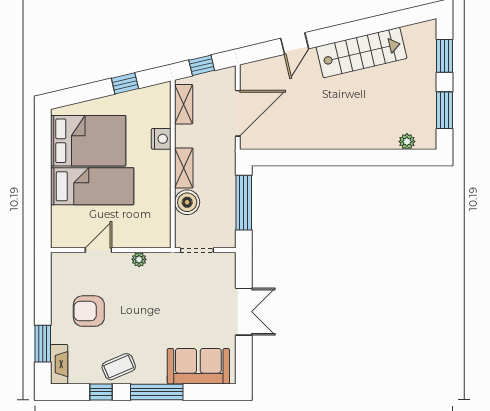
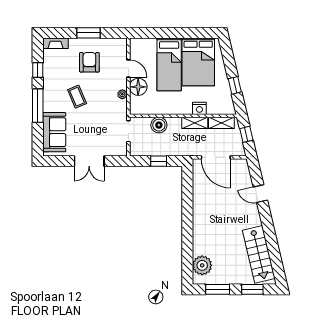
stairs: (362, 53) -> (259, 254), moved
plant: (407, 142) -> (202, 265), width x1.87, depth x1.87
shelving: (184, 168) -> (195, 123), moved
window: (244, 203) -> (159, 161), width x0.46
floor lamp: (127, 235) -> (138, 87), added
window: (43, 344) -> (88, 33), moved
coffee table: (119, 367) -> (77, 97), moved

